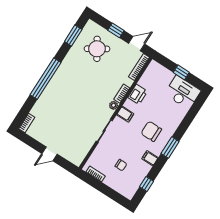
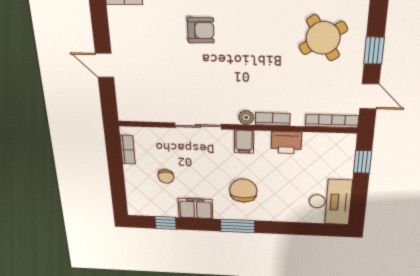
window: (181, 72) -> (363, 162), moved
armchair: (61, 99) -> (201, 30), added
filing cabinet: (150, 158) -> (196, 208), width x2.00

